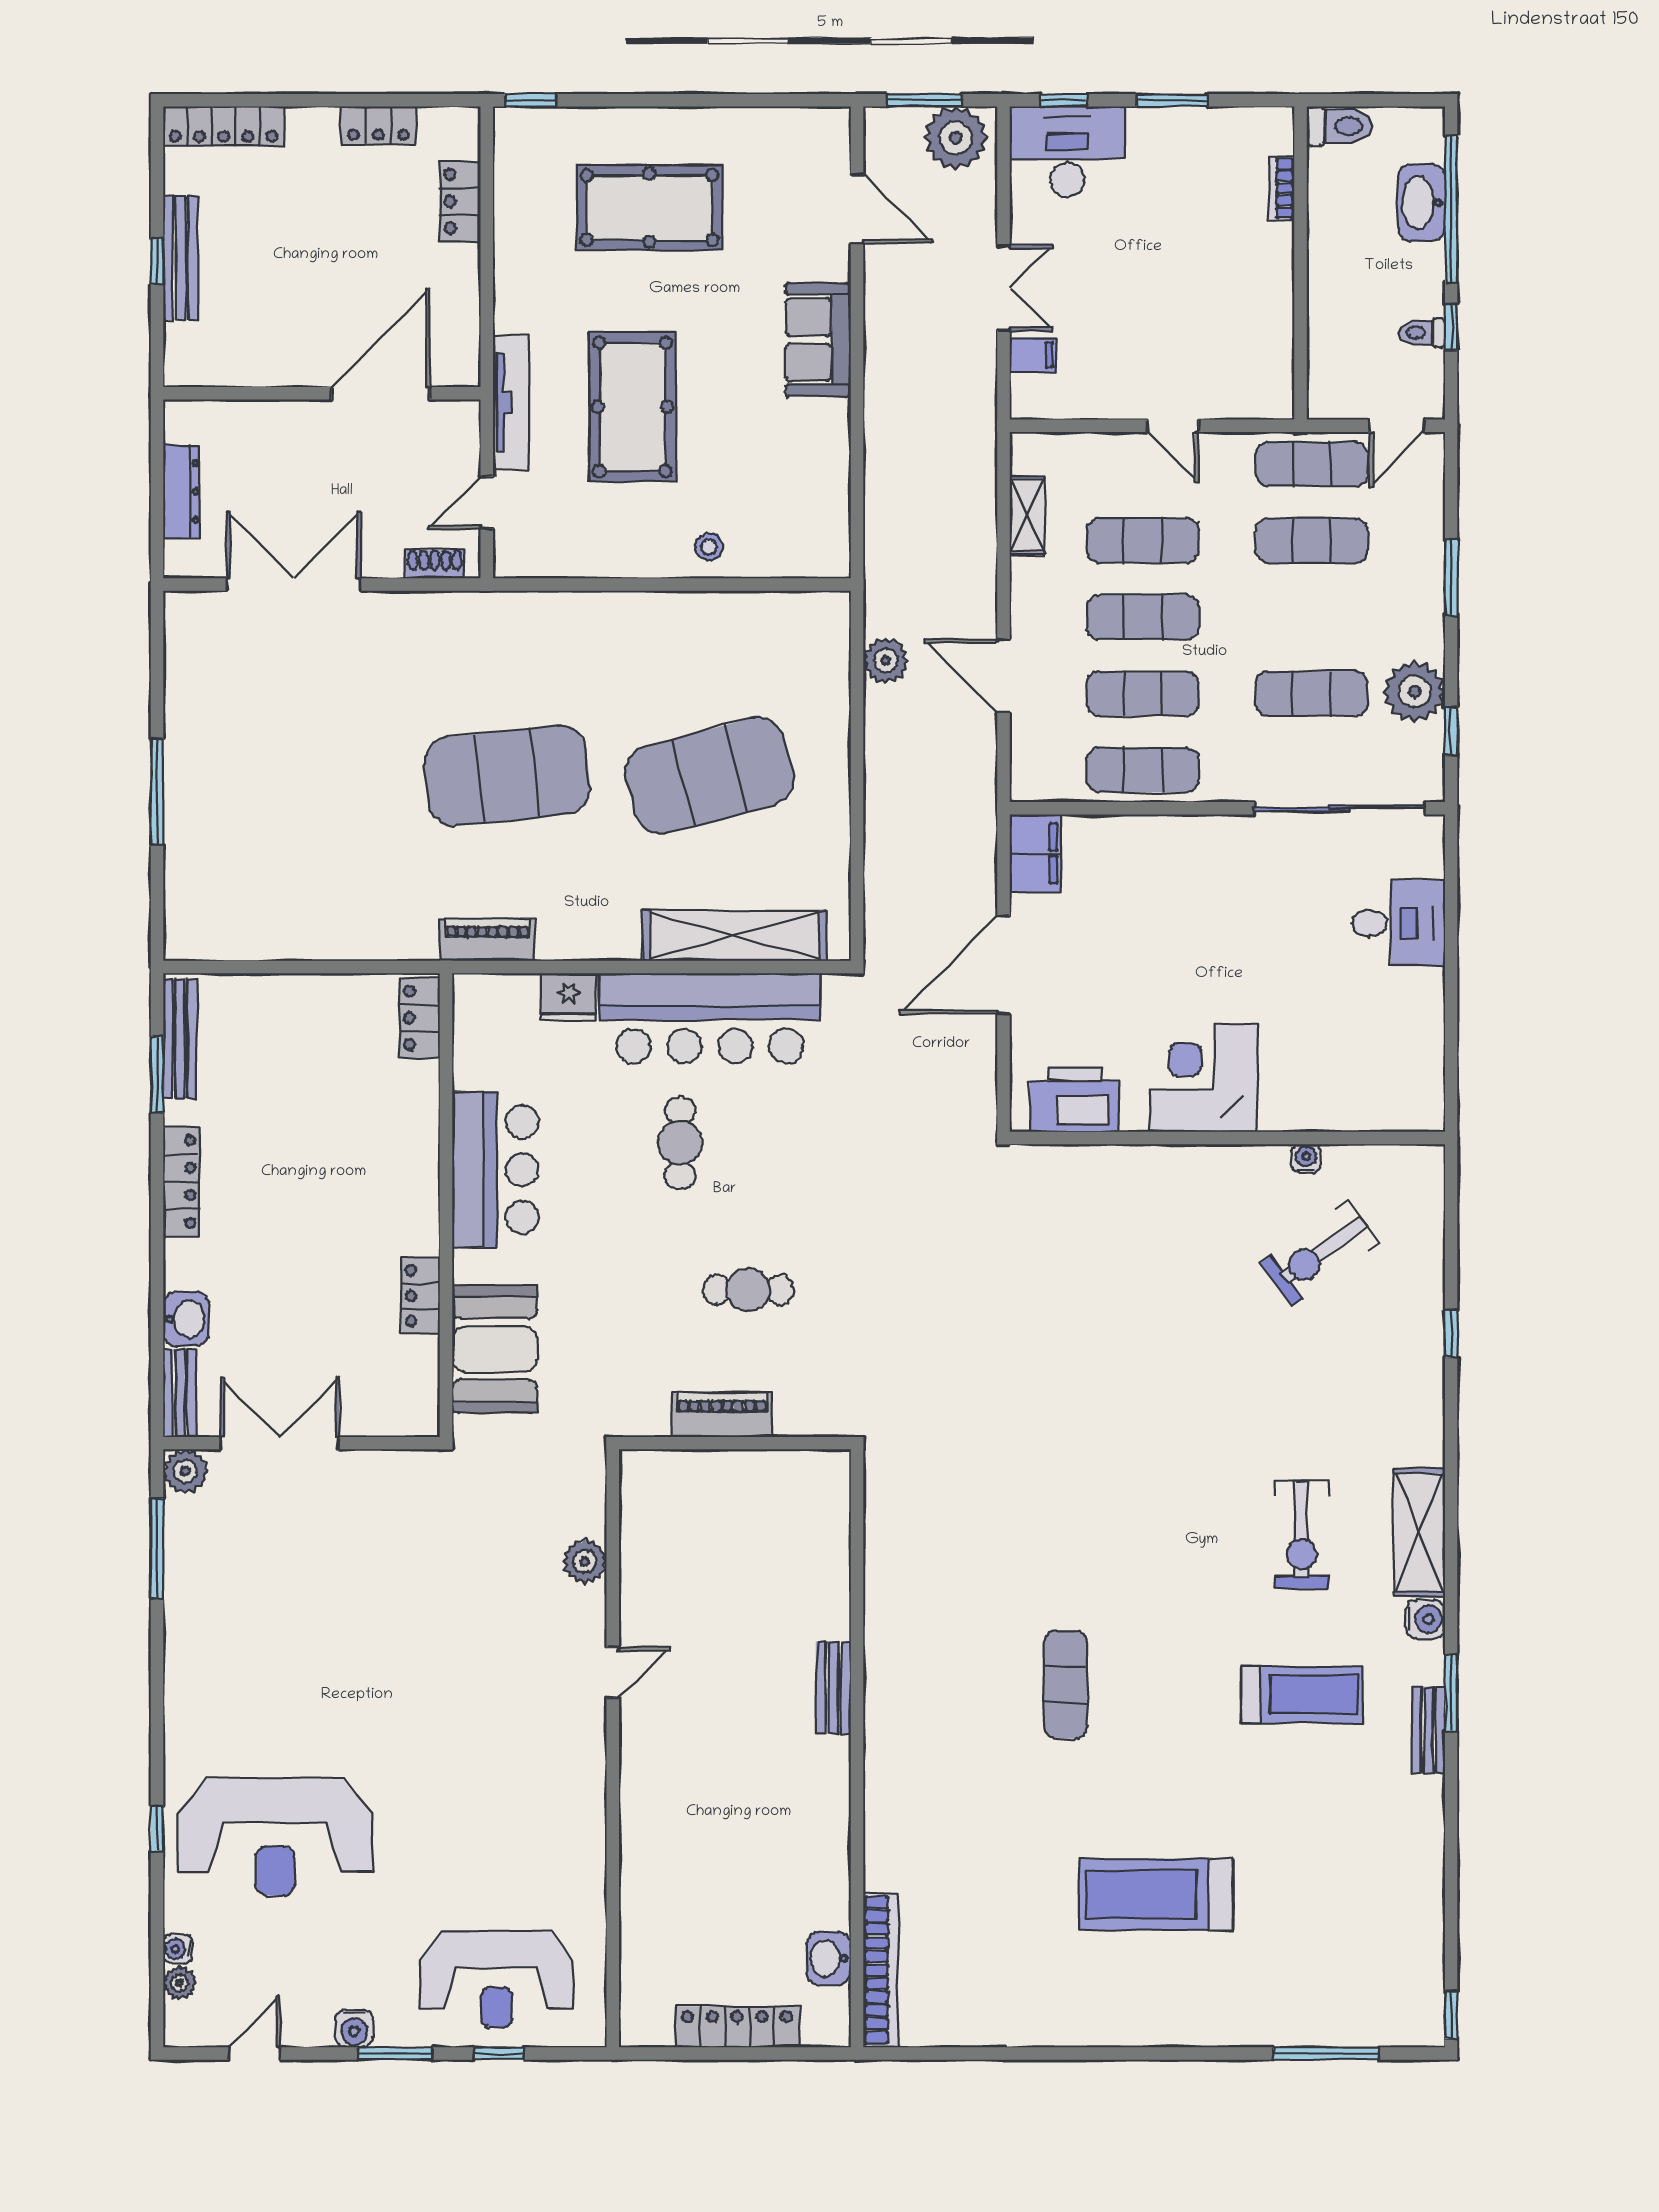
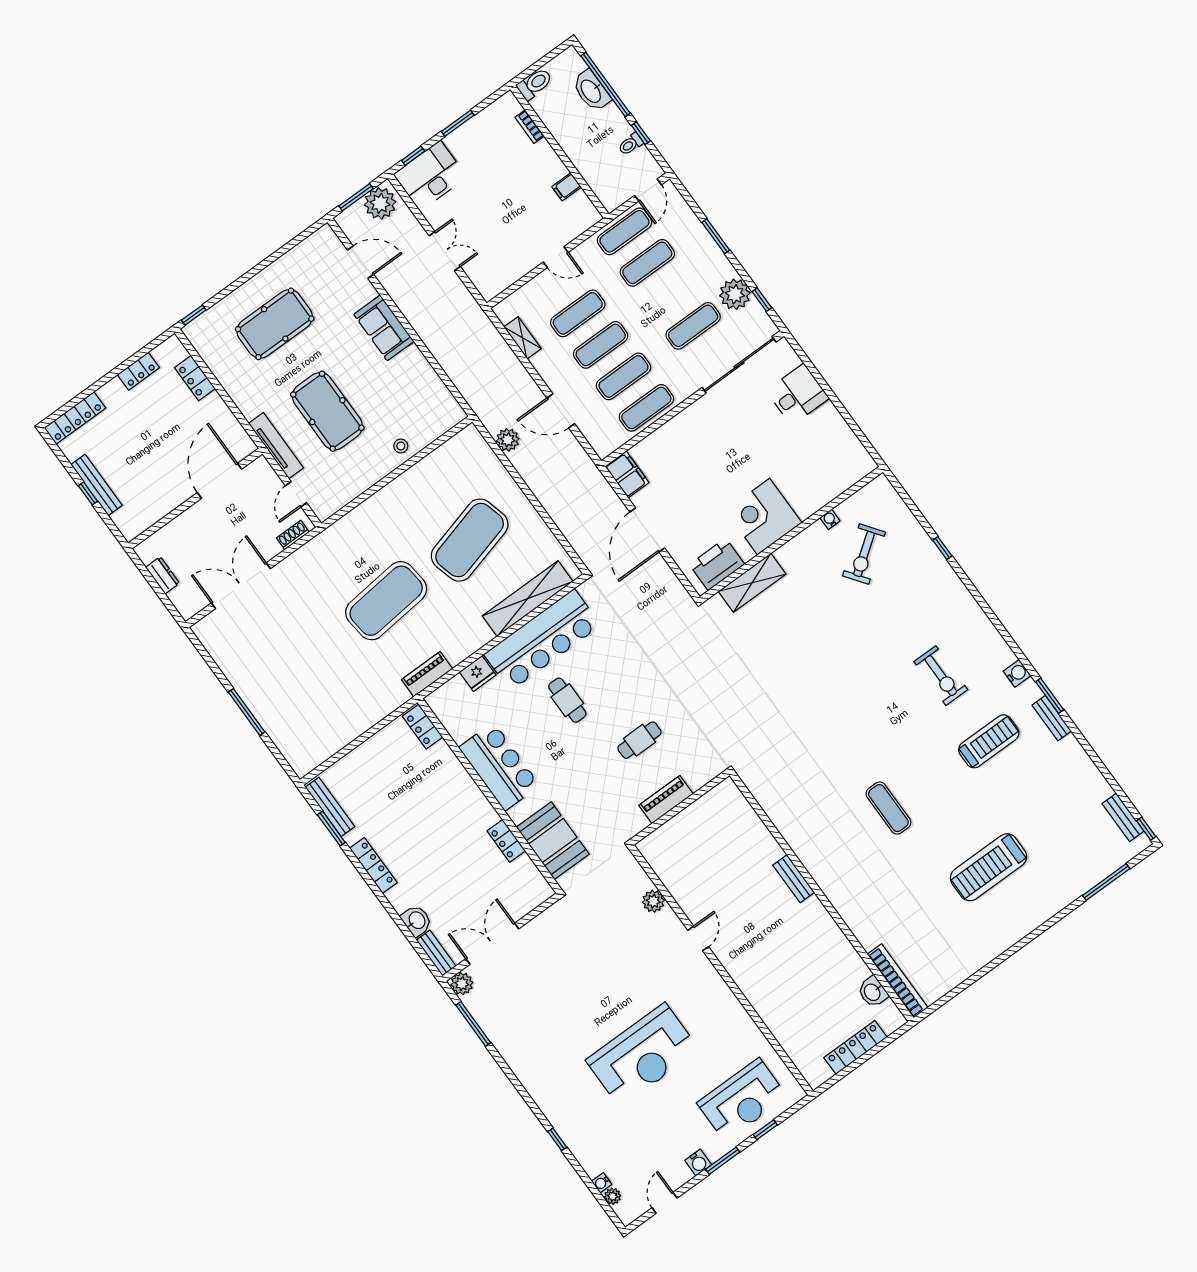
filing cabinet: (1033, 355) -> (567, 187), moved, turned 180
dresser: (181, 492) -> (163, 575), width x0.70
shelving: (1419, 1532) -> (752, 583), moved, turned 90
reception desk: (275, 1837) -> (642, 1055), moved
bench: (1427, 1970) -> (1123, 817), added

